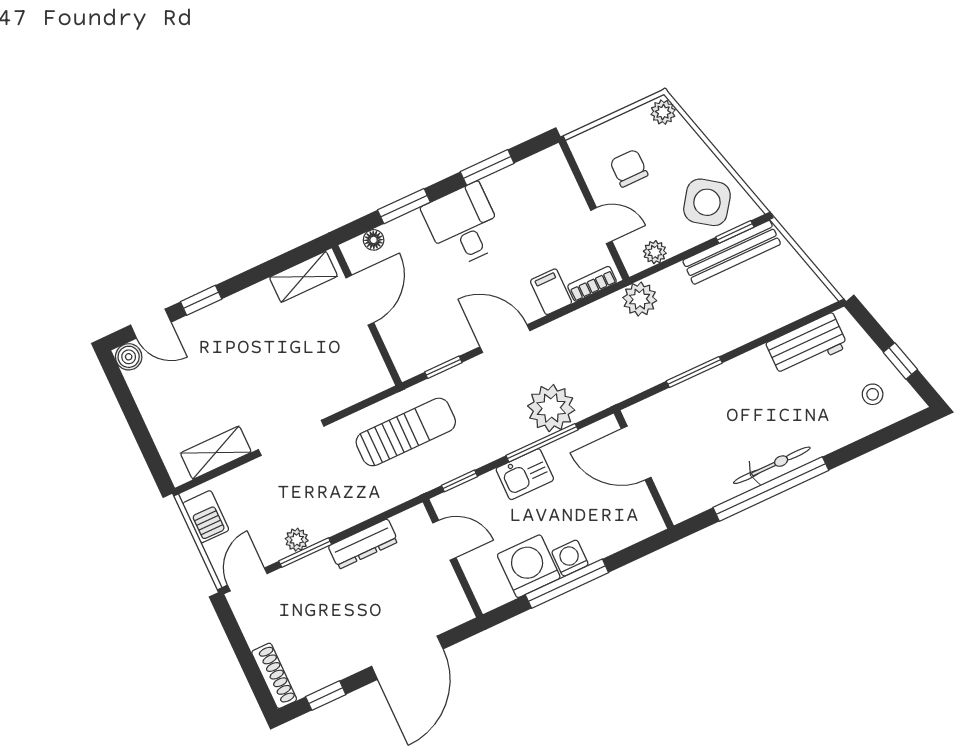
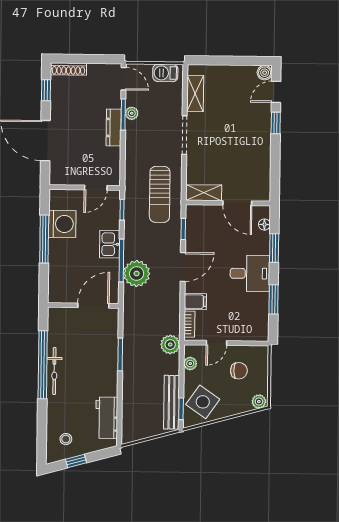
shelving: (303, 277) -> (204, 193), moved, turned 90
dresser: (363, 544) -> (114, 128), moved
washing machine: (570, 558) -> (56, 247), removed

